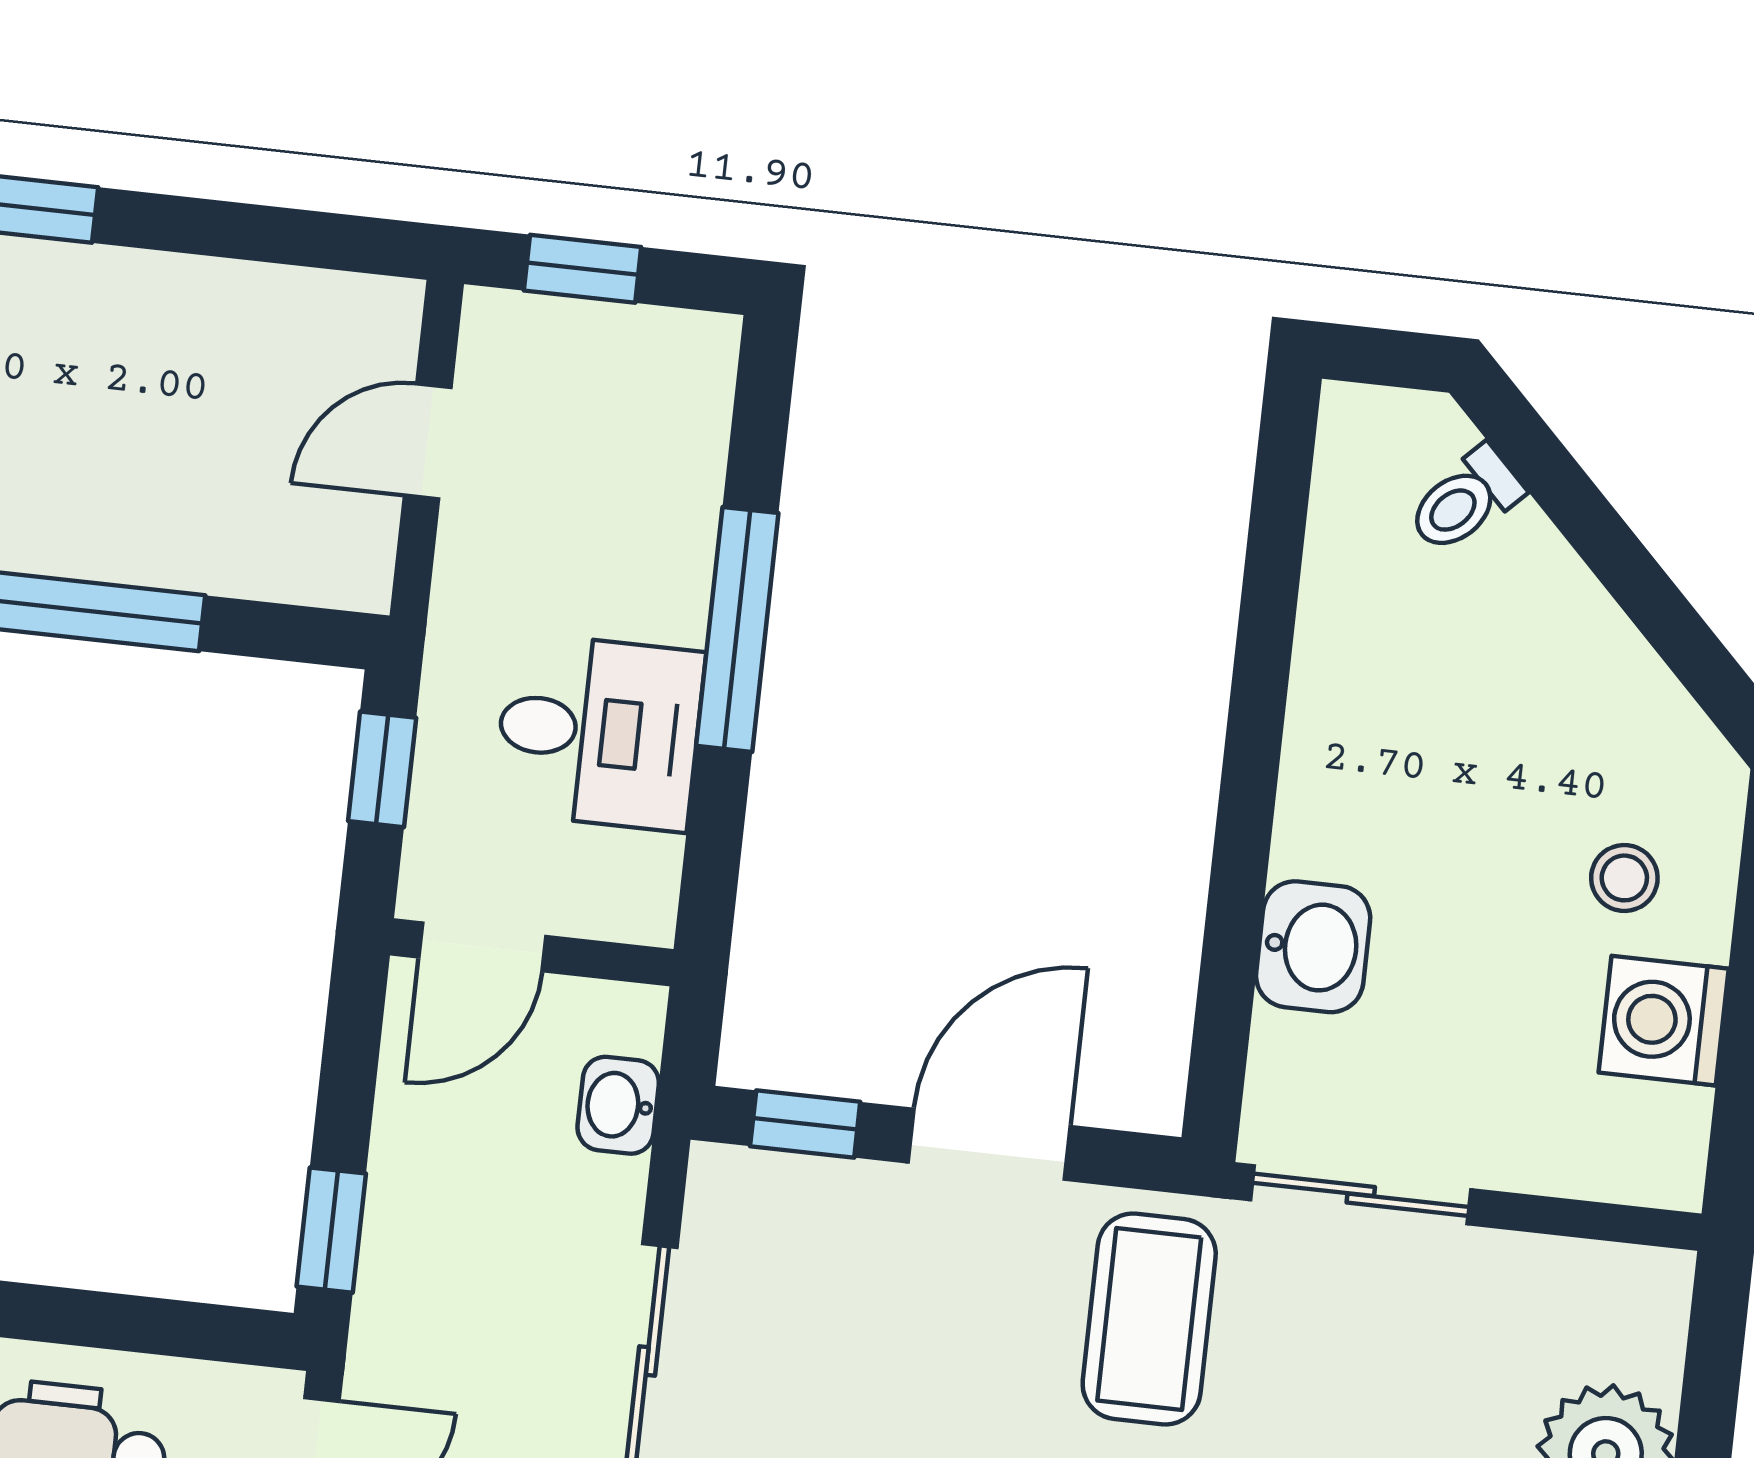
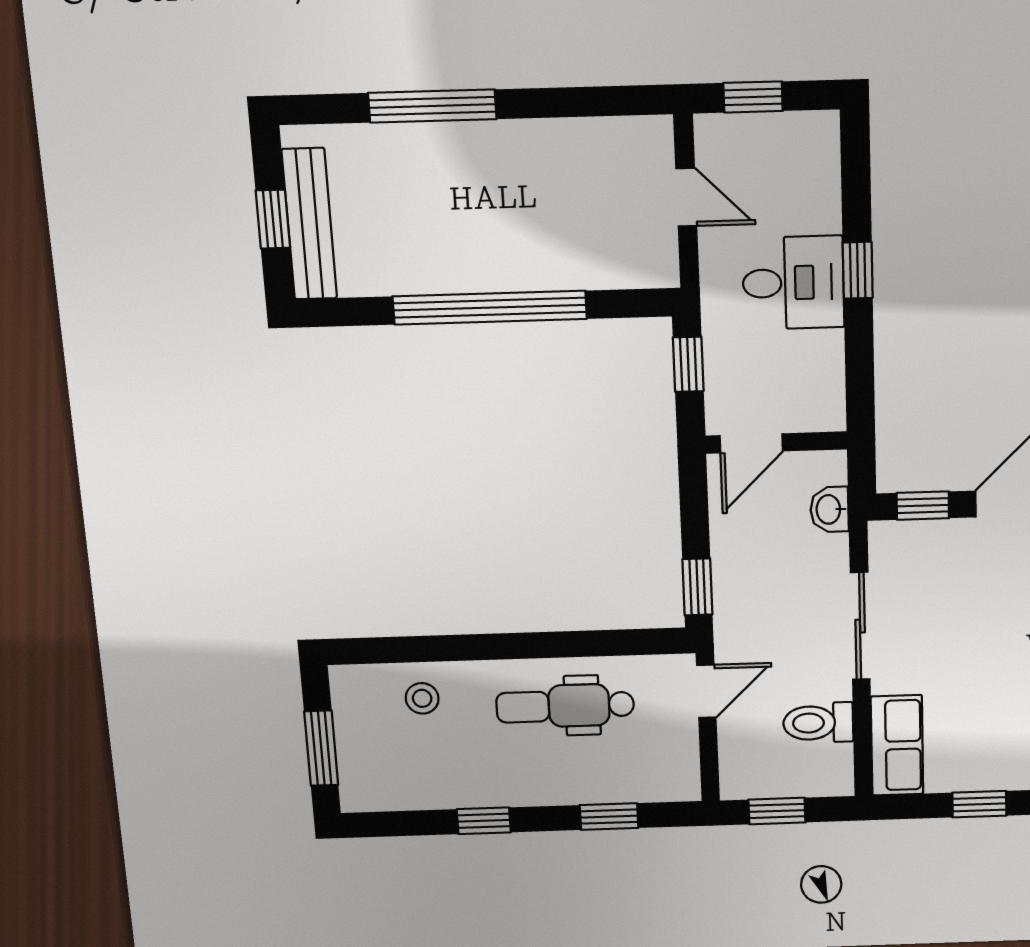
door: (428, 441) -> (686, 197), swing flipped
window: (737, 629) -> (858, 270), width x0.46
desk: (599, 732) -> (793, 283), moved

